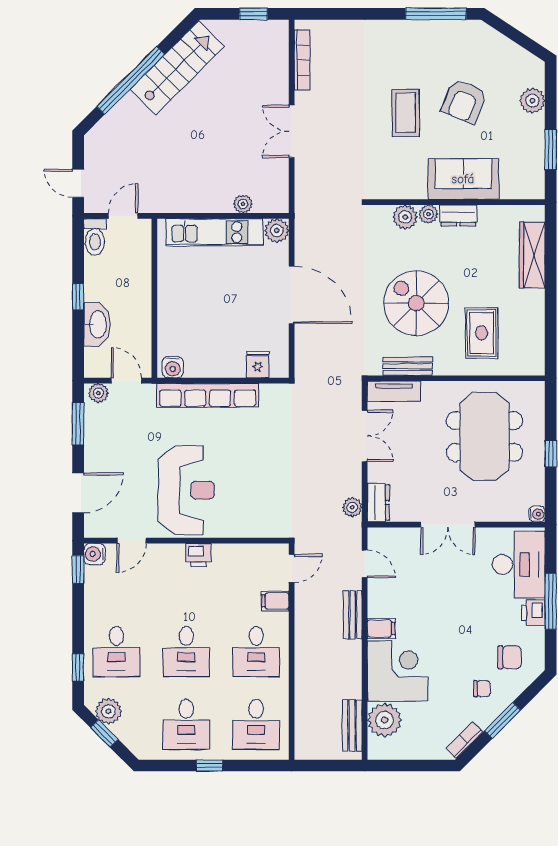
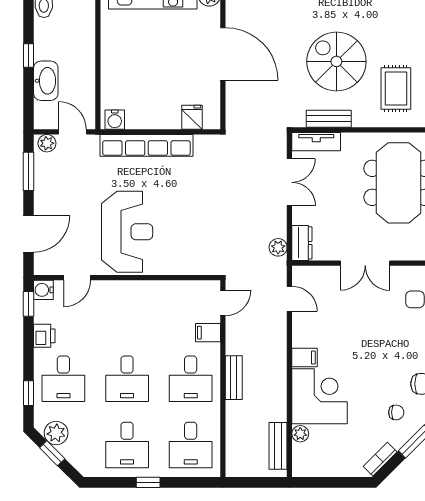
printer: (198, 555) -> (44, 336), moved, turned -90
bench: (353, 615) -> (234, 378), moved
plant: (385, 720) -> (300, 434), width x0.53, depth x0.53

